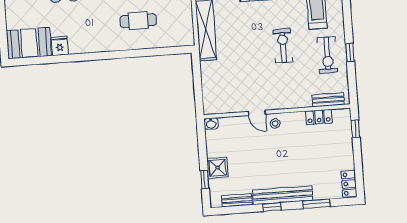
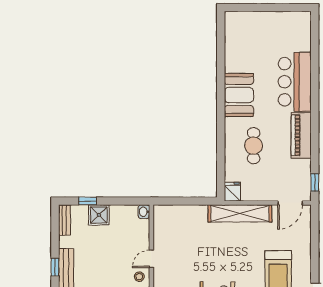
booth: (29, 43) -> (239, 95), moved
fridge: (60, 46) -> (232, 192), moved, turned -90
bench: (237, 200) -> (64, 220), moved

